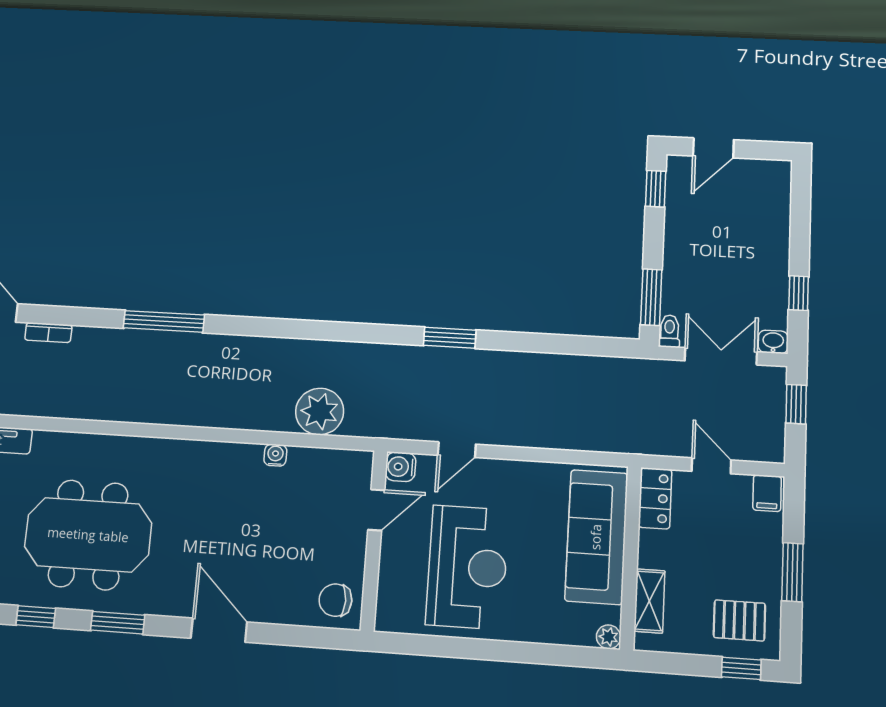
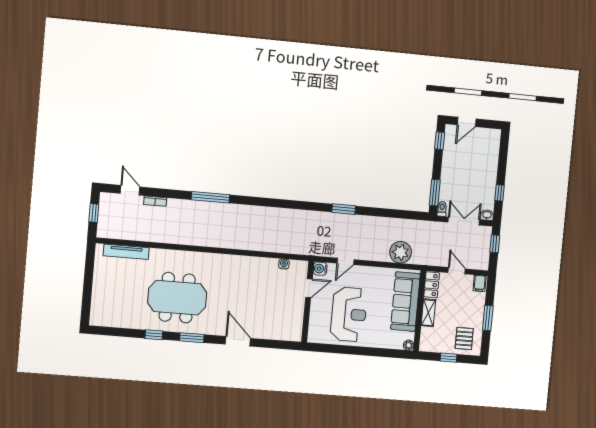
plant: (320, 411) -> (401, 252), moved
water cooler: (275, 455) -> (284, 264), moved
chair: (335, 600) -> (290, 328), removed
shelving: (649, 601) -> (428, 313), moved
pallet: (739, 620) -> (464, 338), turned 90
window: (741, 668) -> (449, 358), moved

